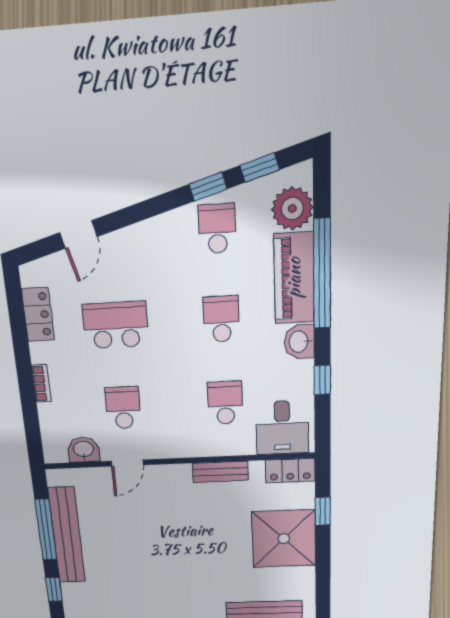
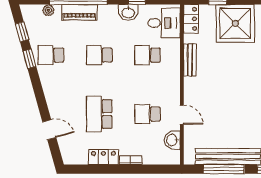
plant: (292, 209) -> (48, 10), width x0.53, depth x0.53
piano: (294, 278) -> (79, 12), width x0.73, depth x0.75
locker: (38, 314) -> (103, 157), moved
washbasin: (299, 342) -> (128, 13), moved

